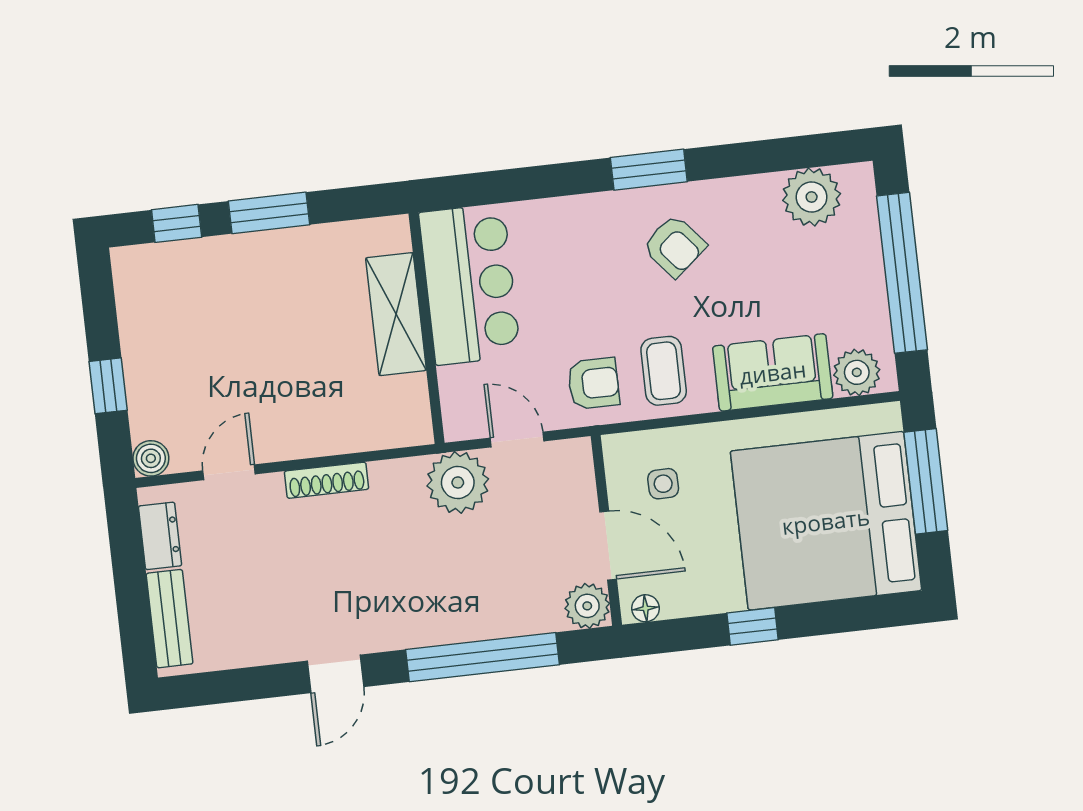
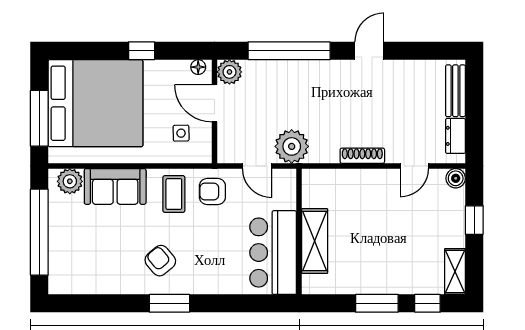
plant: (812, 197) -> (83, 279), removed
shelving: (133, 287) -> (455, 272), added

